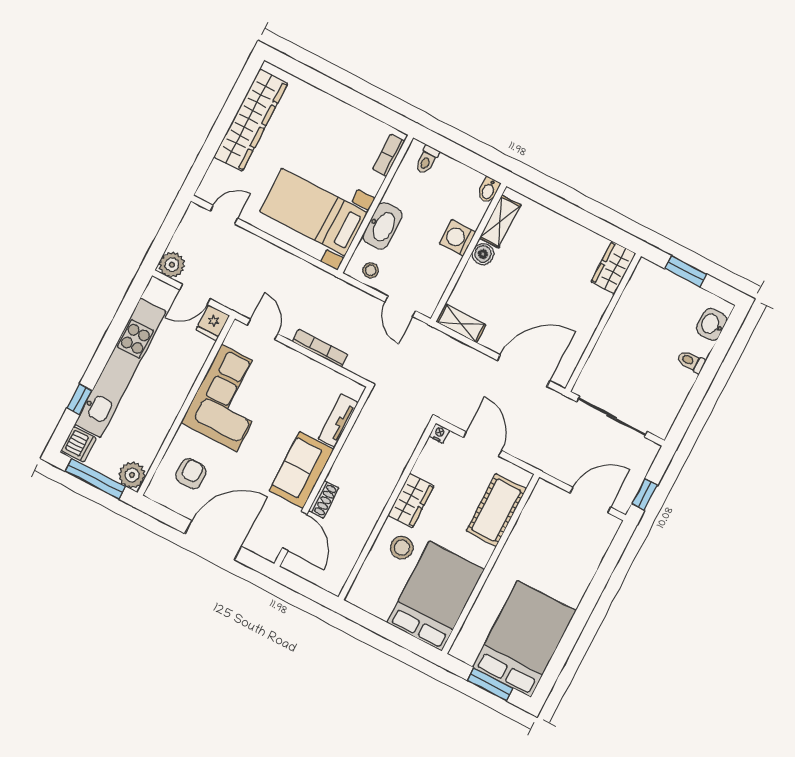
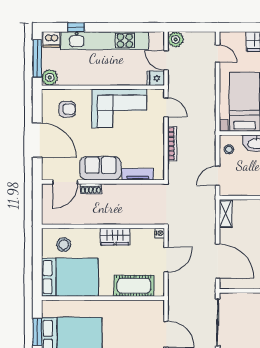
door: (263, 330) -> (166, 107), hinge flipped
stool: (402, 548) -> (64, 245), moved

